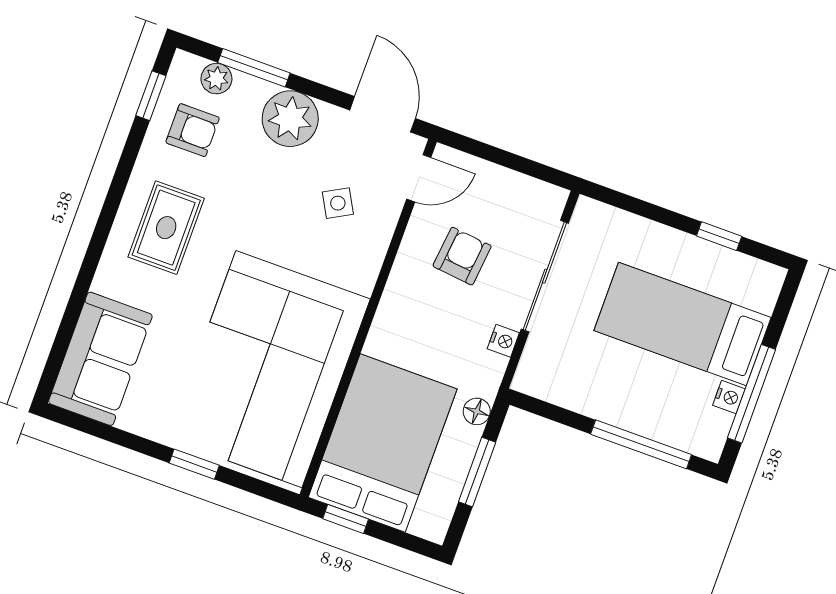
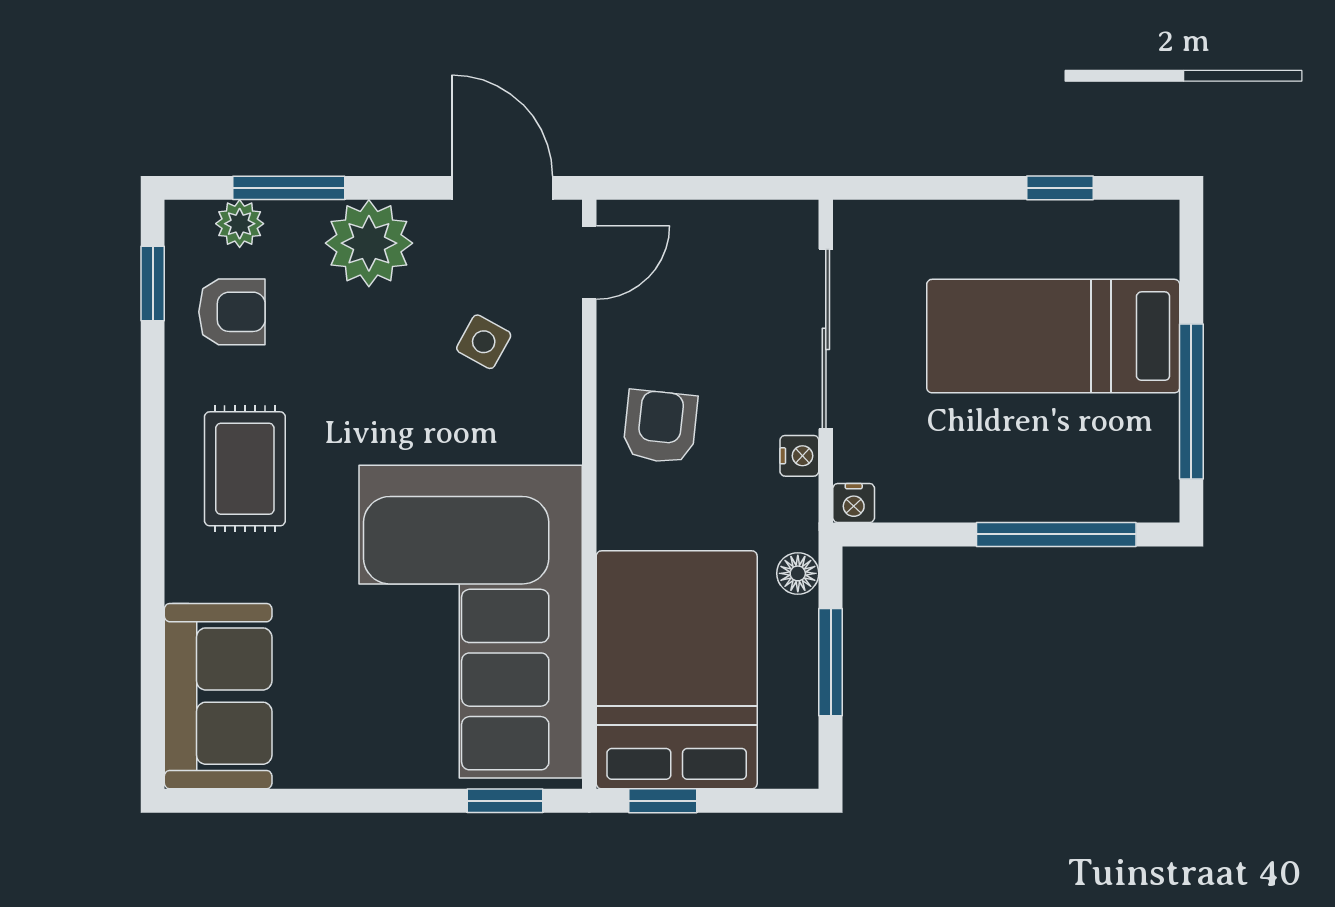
side table: (338, 203) -> (484, 342), turned -32
armchair: (462, 256) -> (660, 427), moved
nightstand: (729, 397) -> (854, 503), moved, turned 90
window: (194, 464) -> (505, 801), moved

